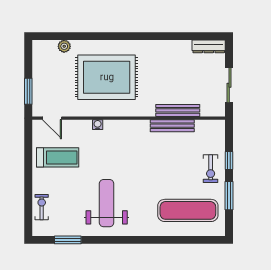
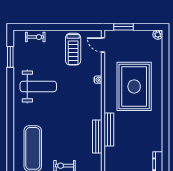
plant: (64, 46) -> (158, 35), moved
bench: (178, 110) -> (109, 129), moved
door: (52, 118) -> (103, 45), hinge flipped

